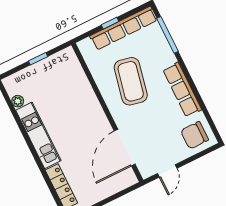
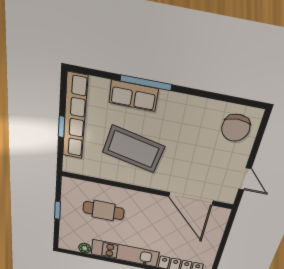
window: (167, 35) -> (146, 83), moved
row of seats: (182, 90) -> (133, 96), moved, width x0.68
cafe table: (65, 93) -> (104, 211), added

